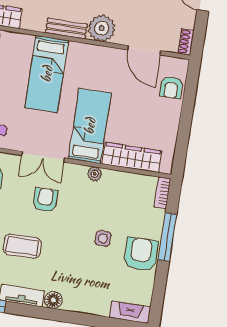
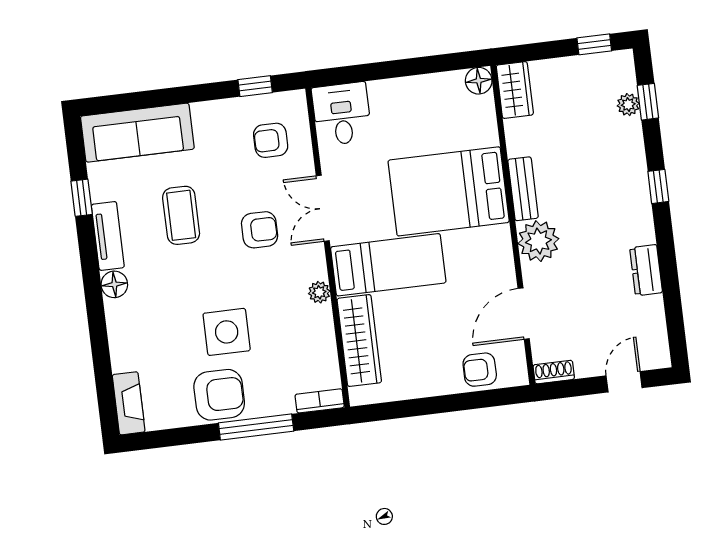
bed: (47, 74) -> (449, 191), width x1.50
side table: (103, 238) -> (227, 332), width x1.87, depth x1.87

